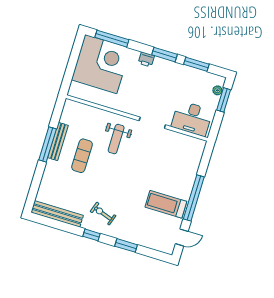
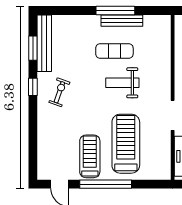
weight bench: (116, 139) -> (122, 83), moved
treadmill: (164, 170) -> (126, 144), added
window: (126, 245) -> (33, 48), moved

